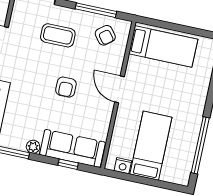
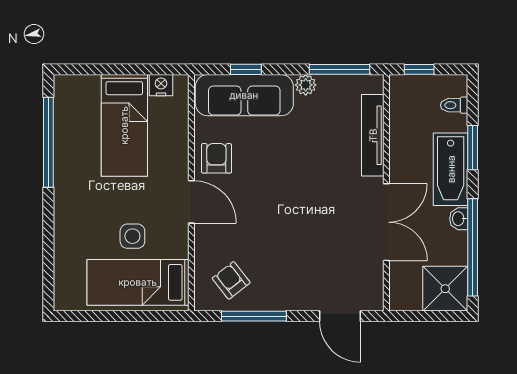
coffee table: (58, 35) -> (304, 265), removed
side table: (161, 76) -> (132, 236), added
armchair: (66, 87) -> (216, 158), moved

